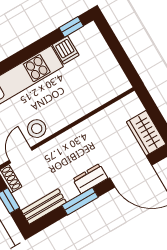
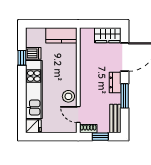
window: (71, 27) -> (22, 58), moved
kitchen counter: (111, 73) -> (61, 35), added

